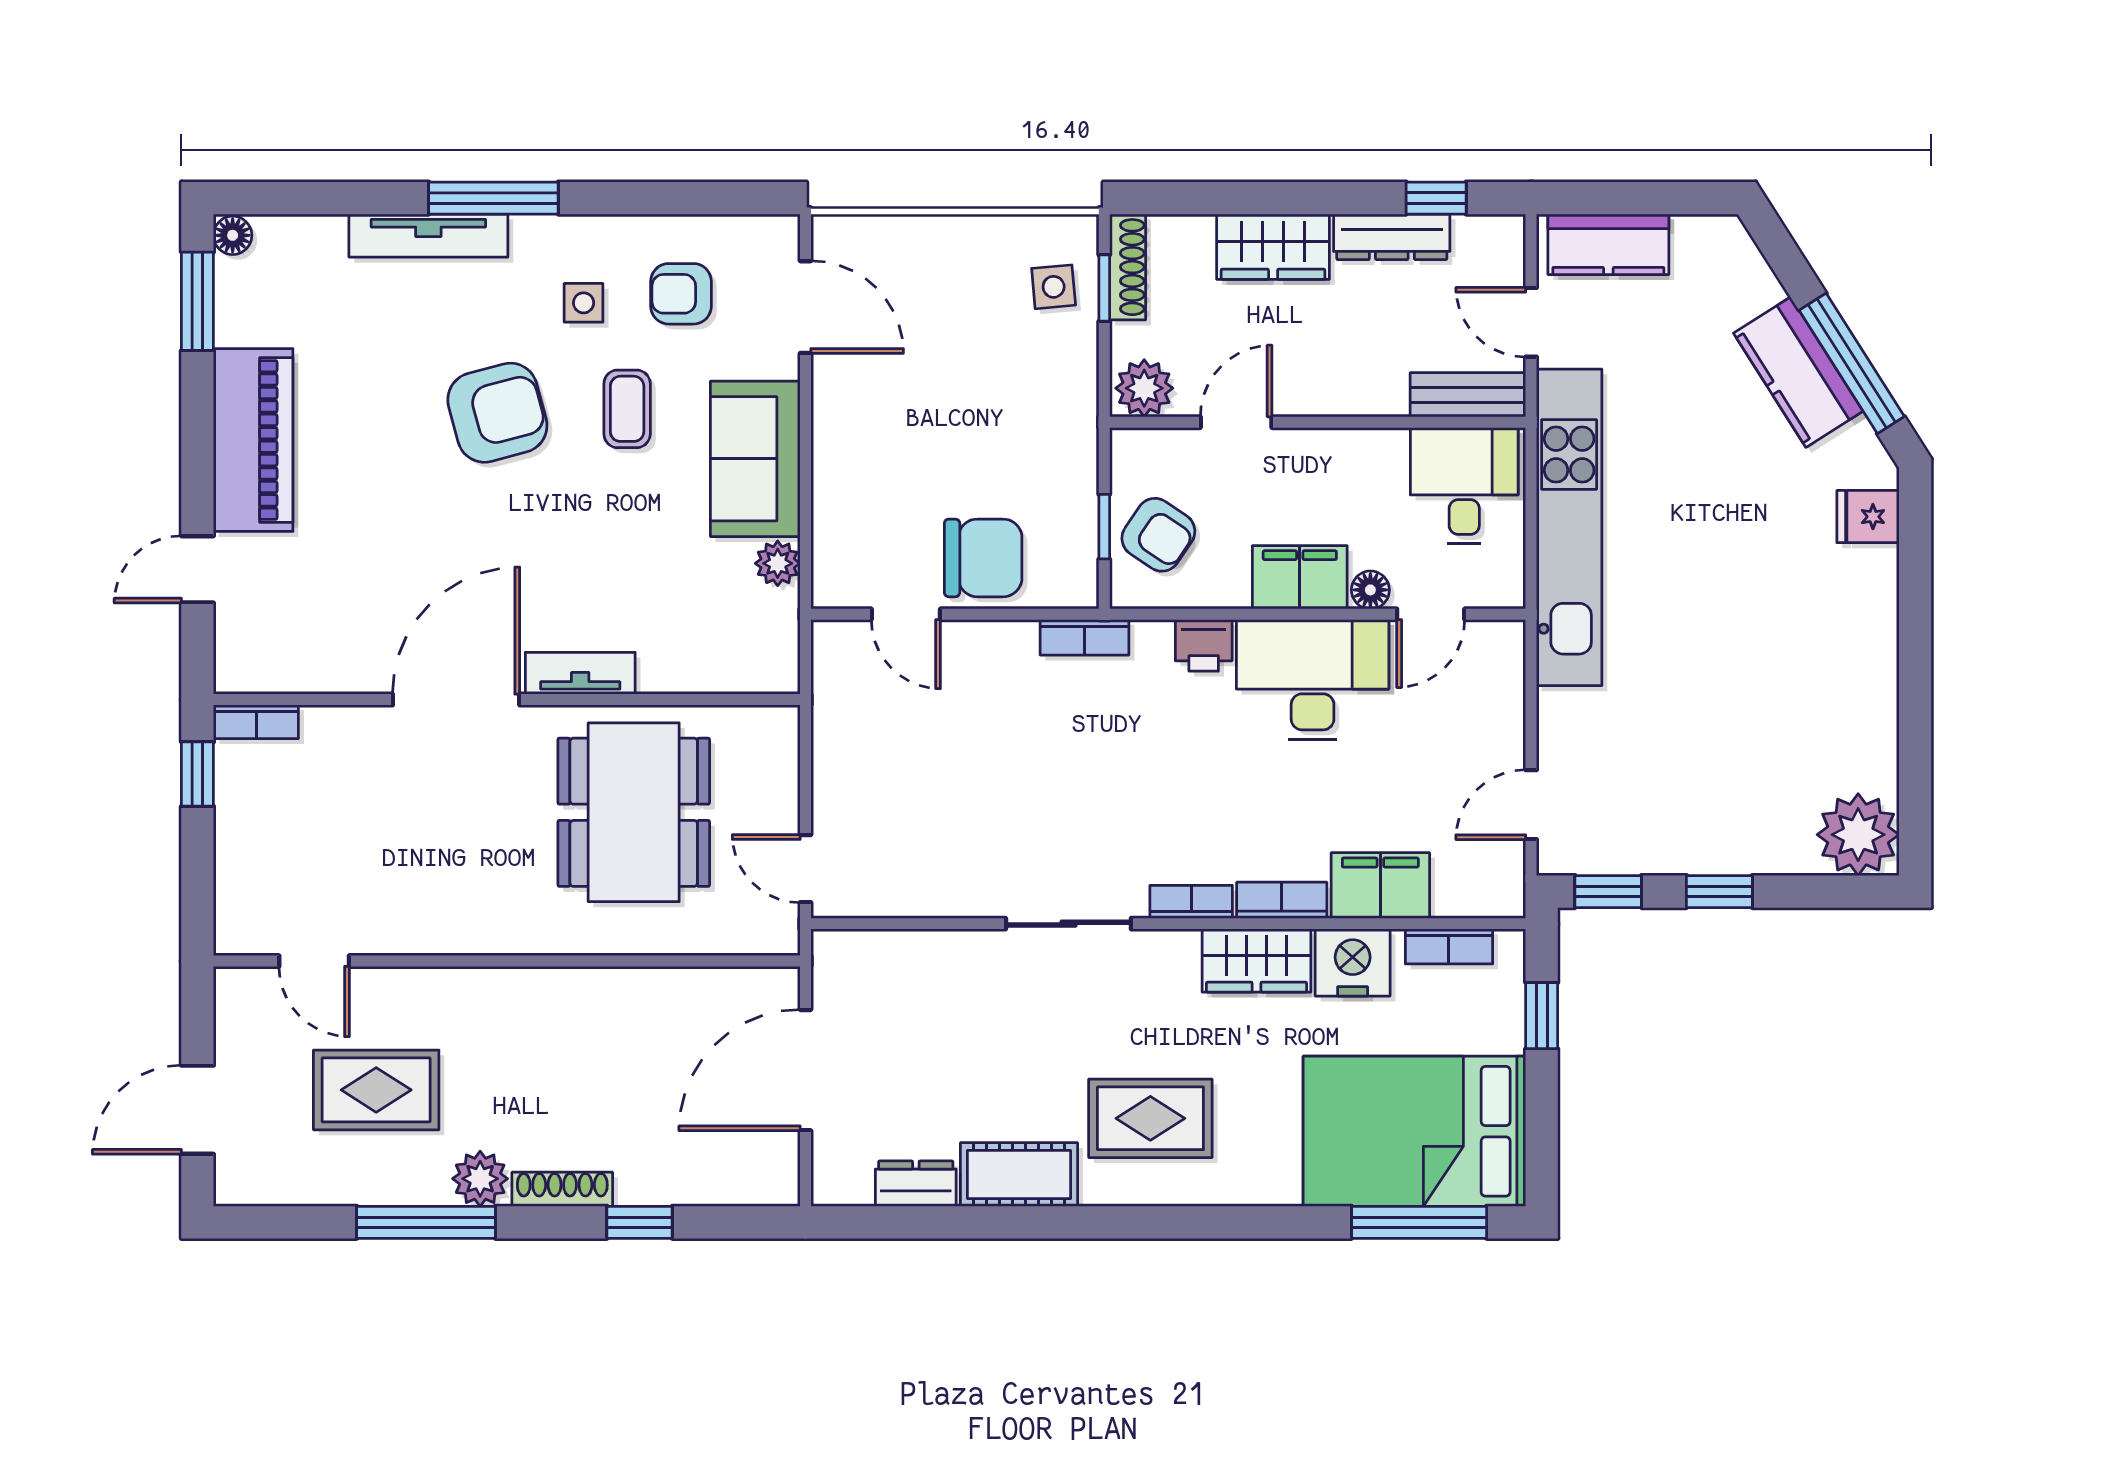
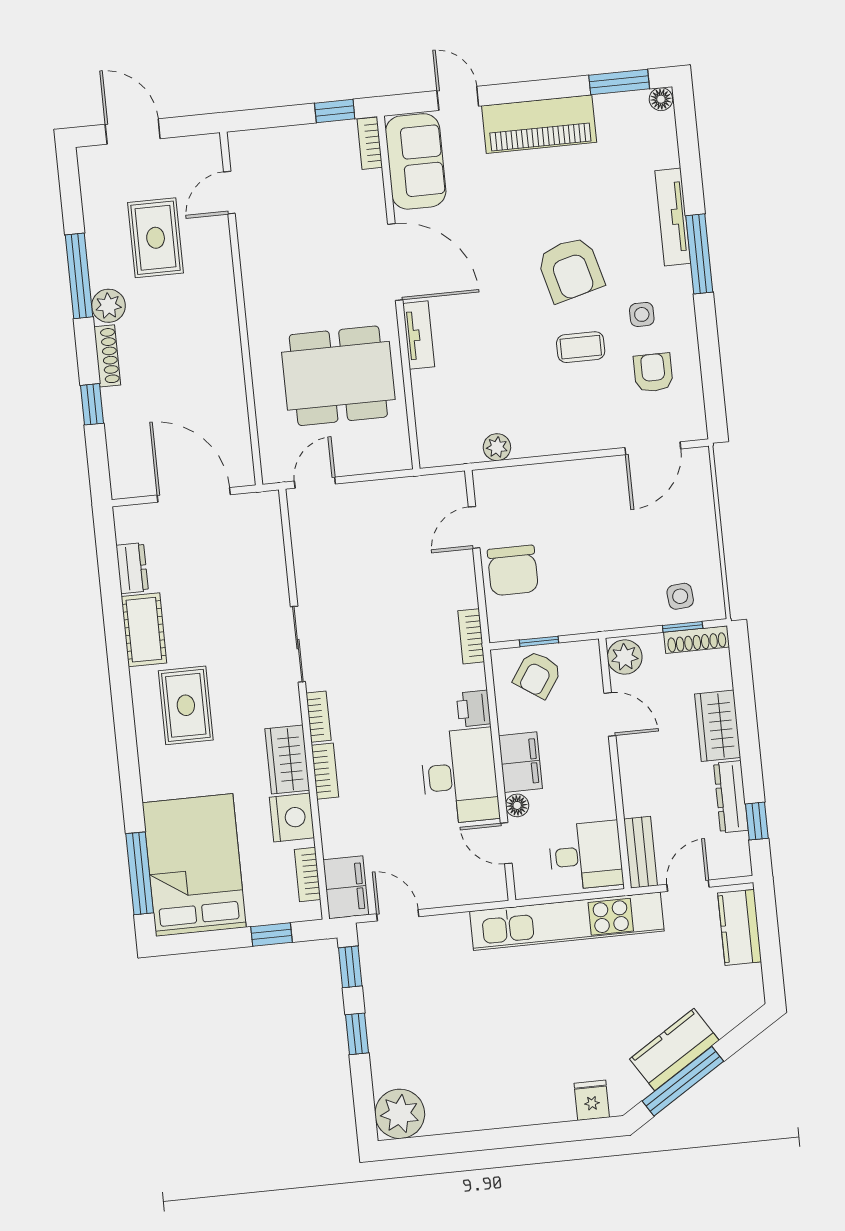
sofa: (755, 459) -> (416, 161), moved, turned 90
filing cabinet: (1380, 885) -> (346, 887), moved

